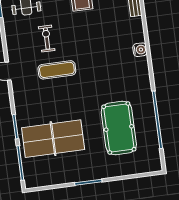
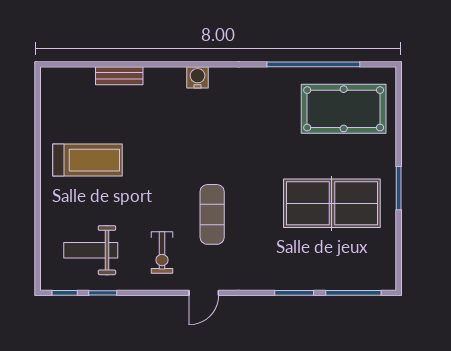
exercise bike: (47, 39) -> (162, 253), moved, turned -90
pool table: (119, 128) -> (344, 109), moved
table tennis table: (53, 139) -> (332, 203), moved, turned 90

